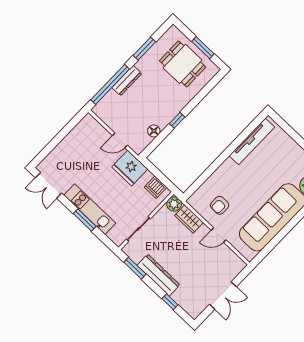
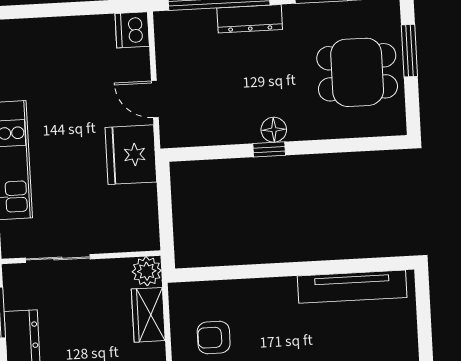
window: (203, 48) -> (409, 51), moved
dining table: (183, 64) -> (357, 72), turned 90
floor lamp: (154, 131) -> (274, 130), moved
dishwasher: (156, 187) -> (132, 30), moved

